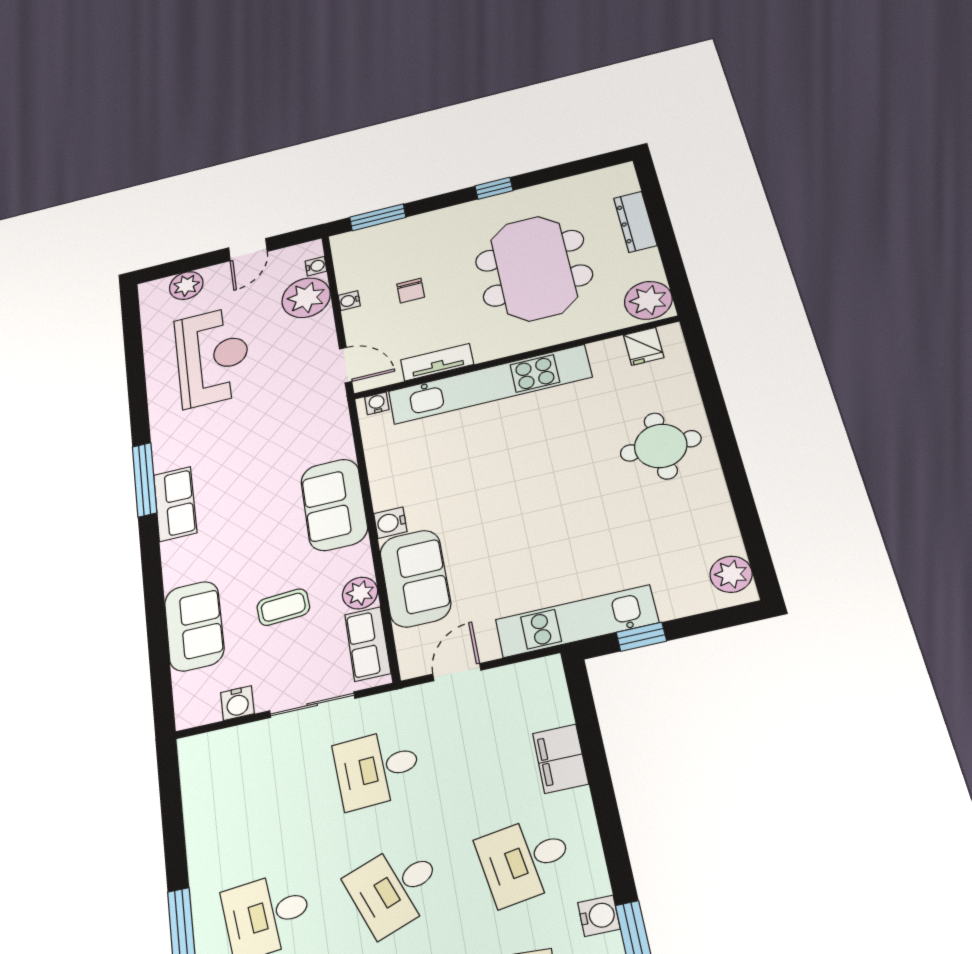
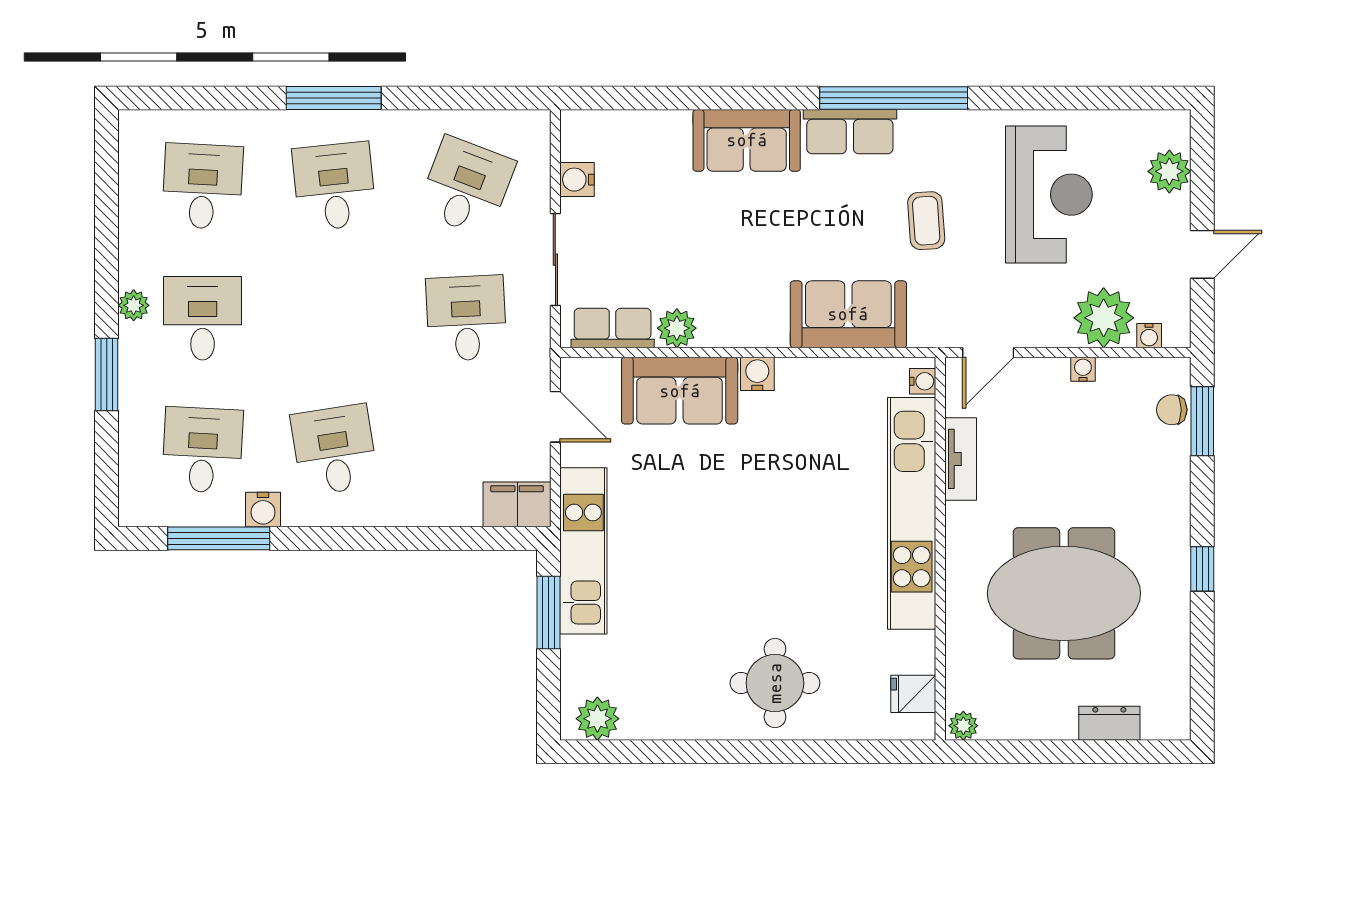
dresser: (635, 222) -> (1109, 723), width x0.70
door: (248, 250) -> (1202, 254), swing flipped
chair: (411, 291) -> (1172, 410), moved
plant: (648, 300) -> (963, 726), width x0.53, depth x0.53
reception desk: (213, 357) -> (1049, 195), turned -90
window: (144, 480) -> (894, 98), width x1.46
sofa: (334, 505) -> (848, 314), moved
coffee table: (283, 607) -> (926, 221), moved
sofa: (194, 626) -> (747, 140), moved
window: (641, 637) -> (549, 613), width x1.50
filing cabinet: (560, 759) -> (517, 504), moved
desk: (395, 888) -> (466, 186), moved, turned 42

